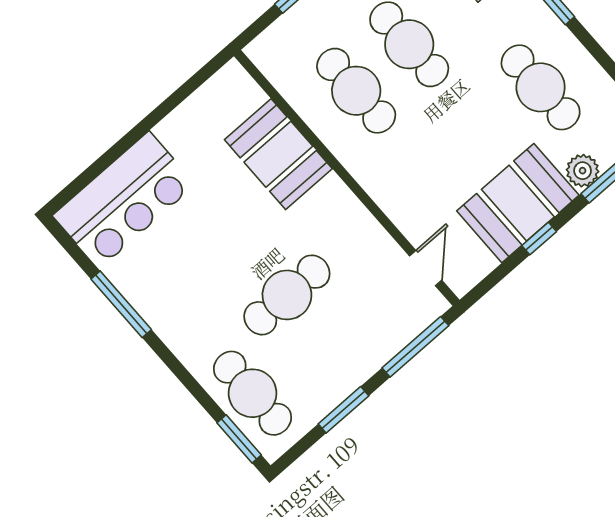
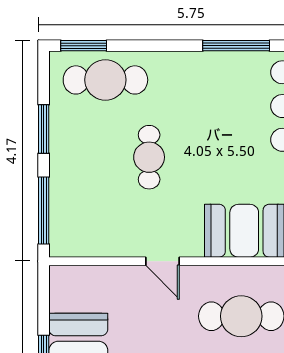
door: (426, 268) -> (162, 261), moved
cafe table: (287, 295) -> (149, 157), width x0.73, depth x0.74

